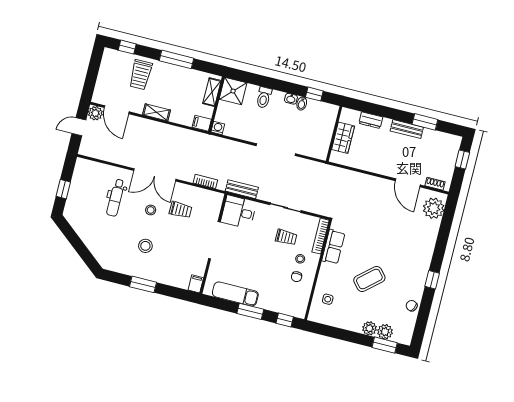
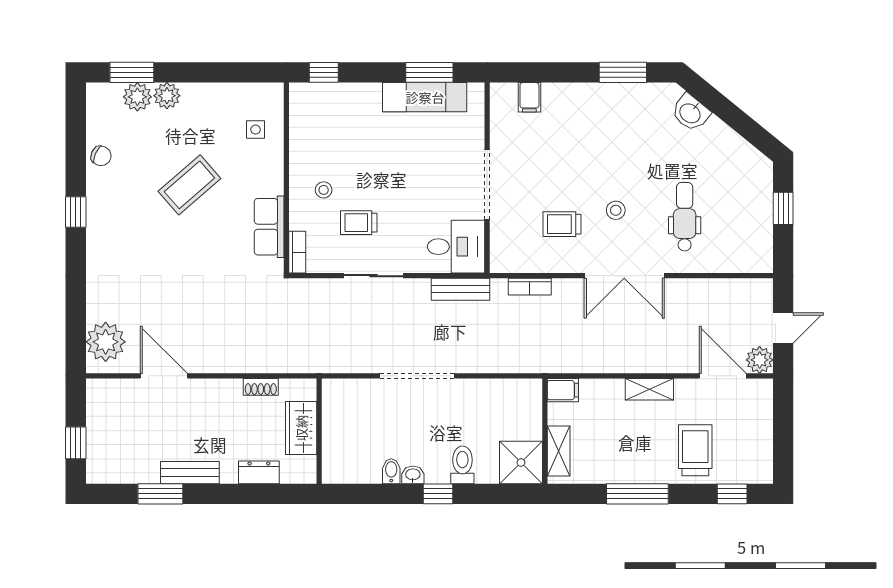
window: (314, 94) -> (438, 494), moved
washing machine: (218, 128) -> (532, 389), removed
double door: (155, 175) -> (624, 276), swing flipped
shoe rack: (435, 184) -> (261, 387), moved
bookcase: (320, 236) -> (297, 252), width x0.64
stool: (145, 246) -> (609, 143), removed
washbasin: (99, 251) -> (690, 113), added
chair: (297, 277) -> (322, 156), removed
window: (143, 284) -> (623, 72), moved
filing cabinet: (196, 284) -> (529, 97), moved
window: (250, 311) -> (429, 72), moved

